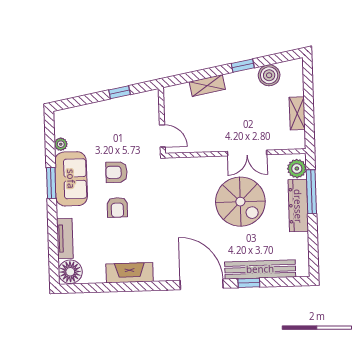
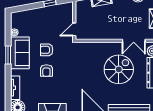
door: (162, 136) -> (74, 29), swing flipped
double door: (247, 153) -> (134, 41), moved
spiral stairs: (240, 202) -> (119, 69), turned -90

